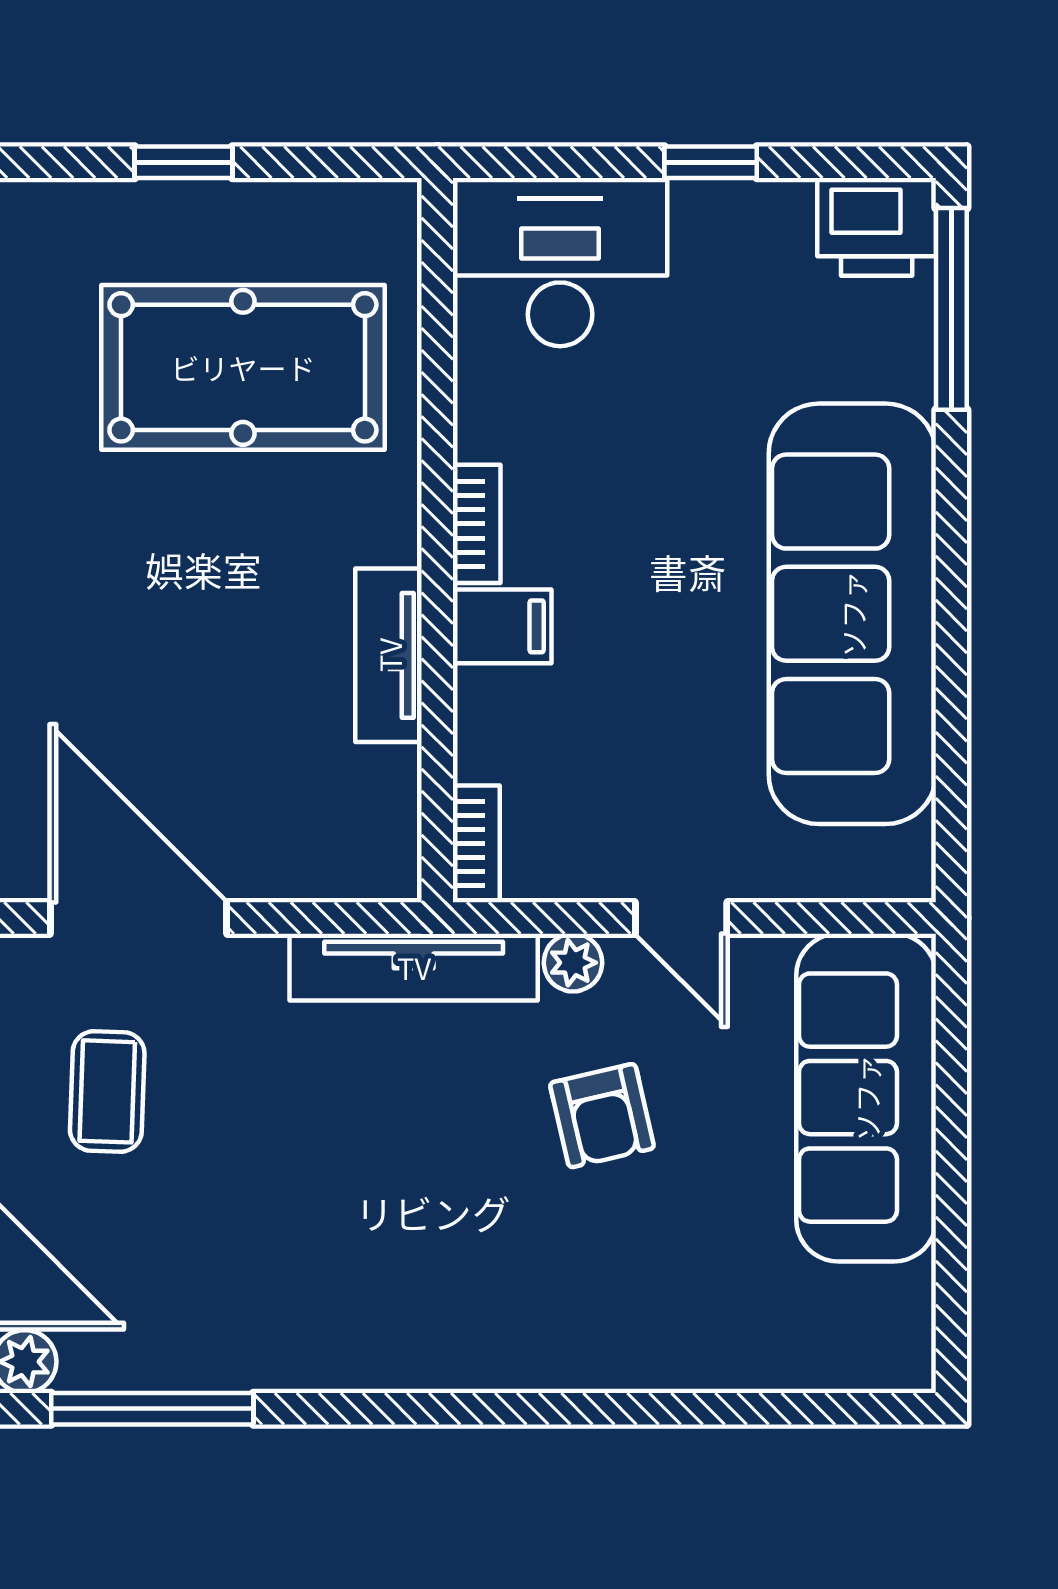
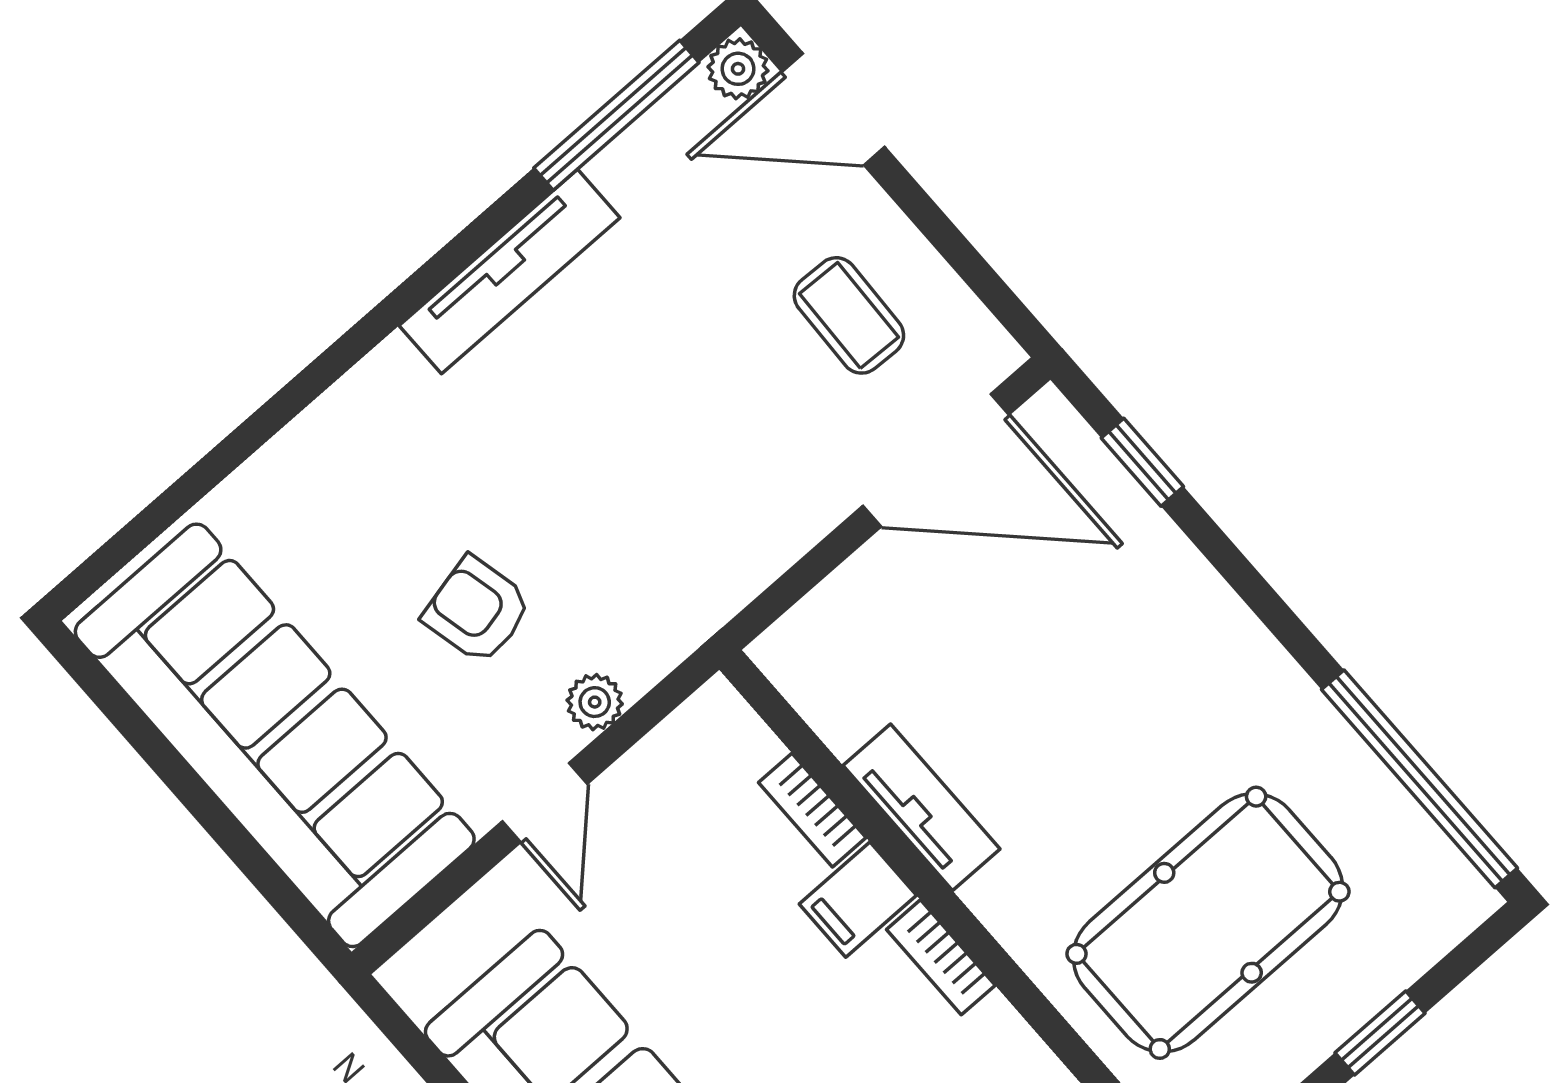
bookcase: (476, 844) -> (812, 810), moved
door: (681, 918) -> (545, 802), swing flipped
tv unit: (414, 967) -> (509, 272), moved, turned 180
sofa: (866, 1098) -> (275, 735), width x1.36, depth x1.27

